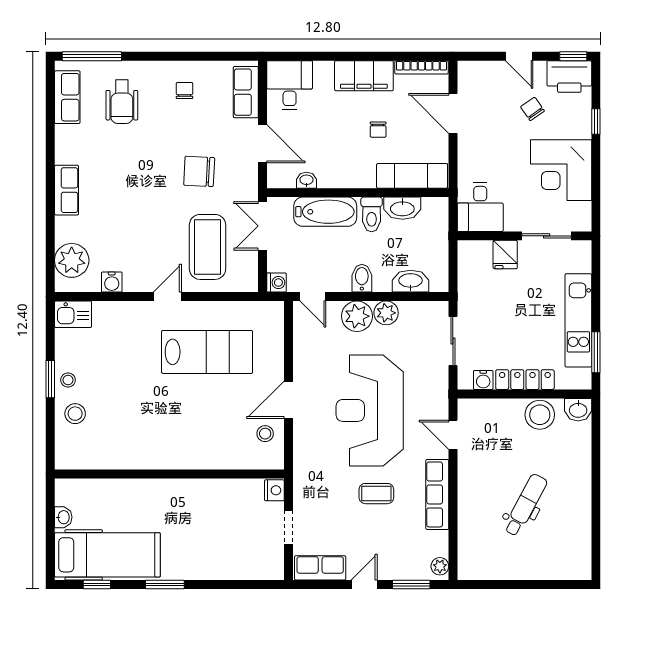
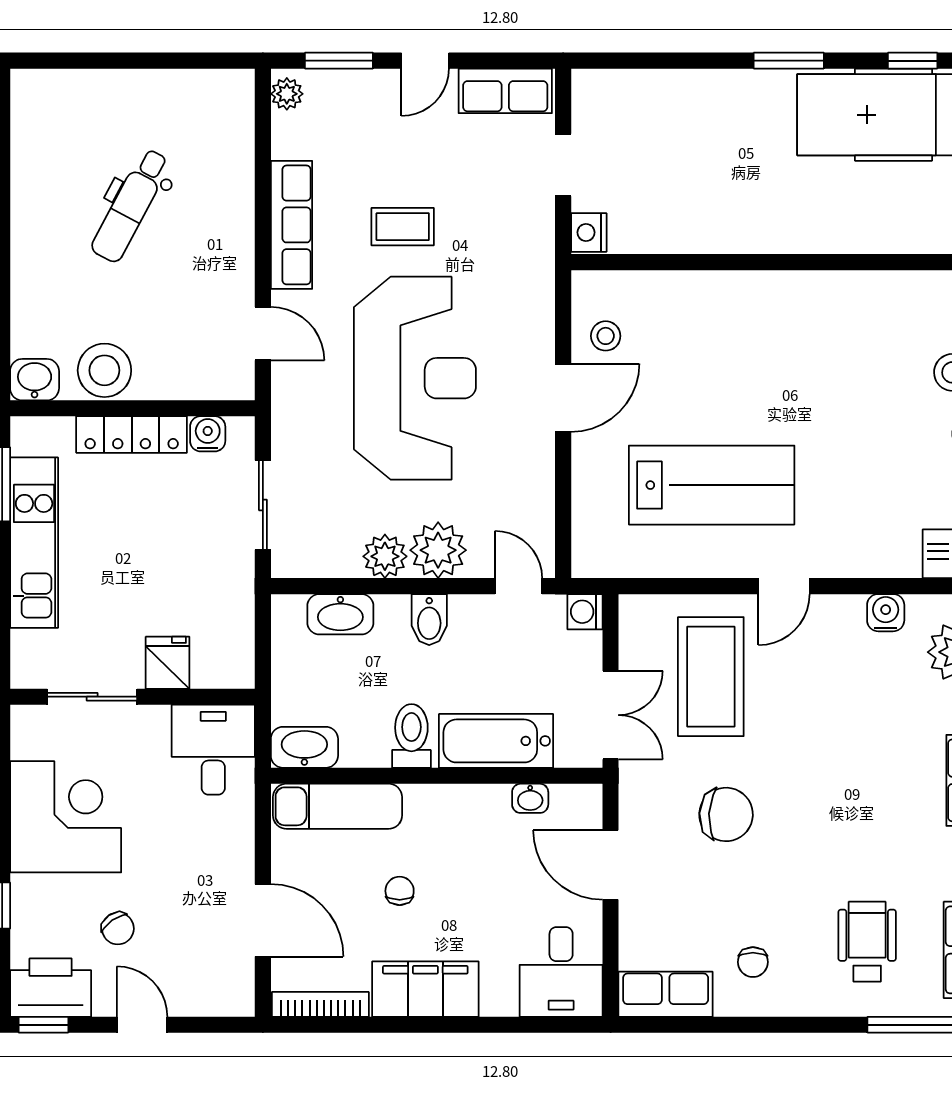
row of seats: (246, 92) -> (666, 994), moved, turned -90
washbasin: (402, 208) -> (304, 747), moved
lab bench: (207, 352) -> (712, 485), turned 180

